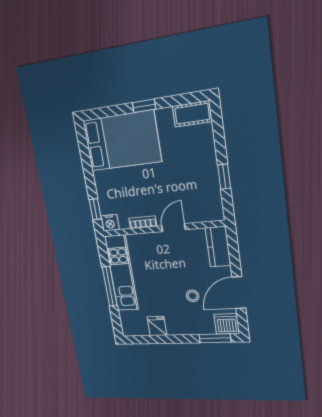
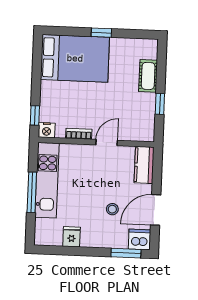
cot: (192, 114) -> (148, 76), moved, turned 90

